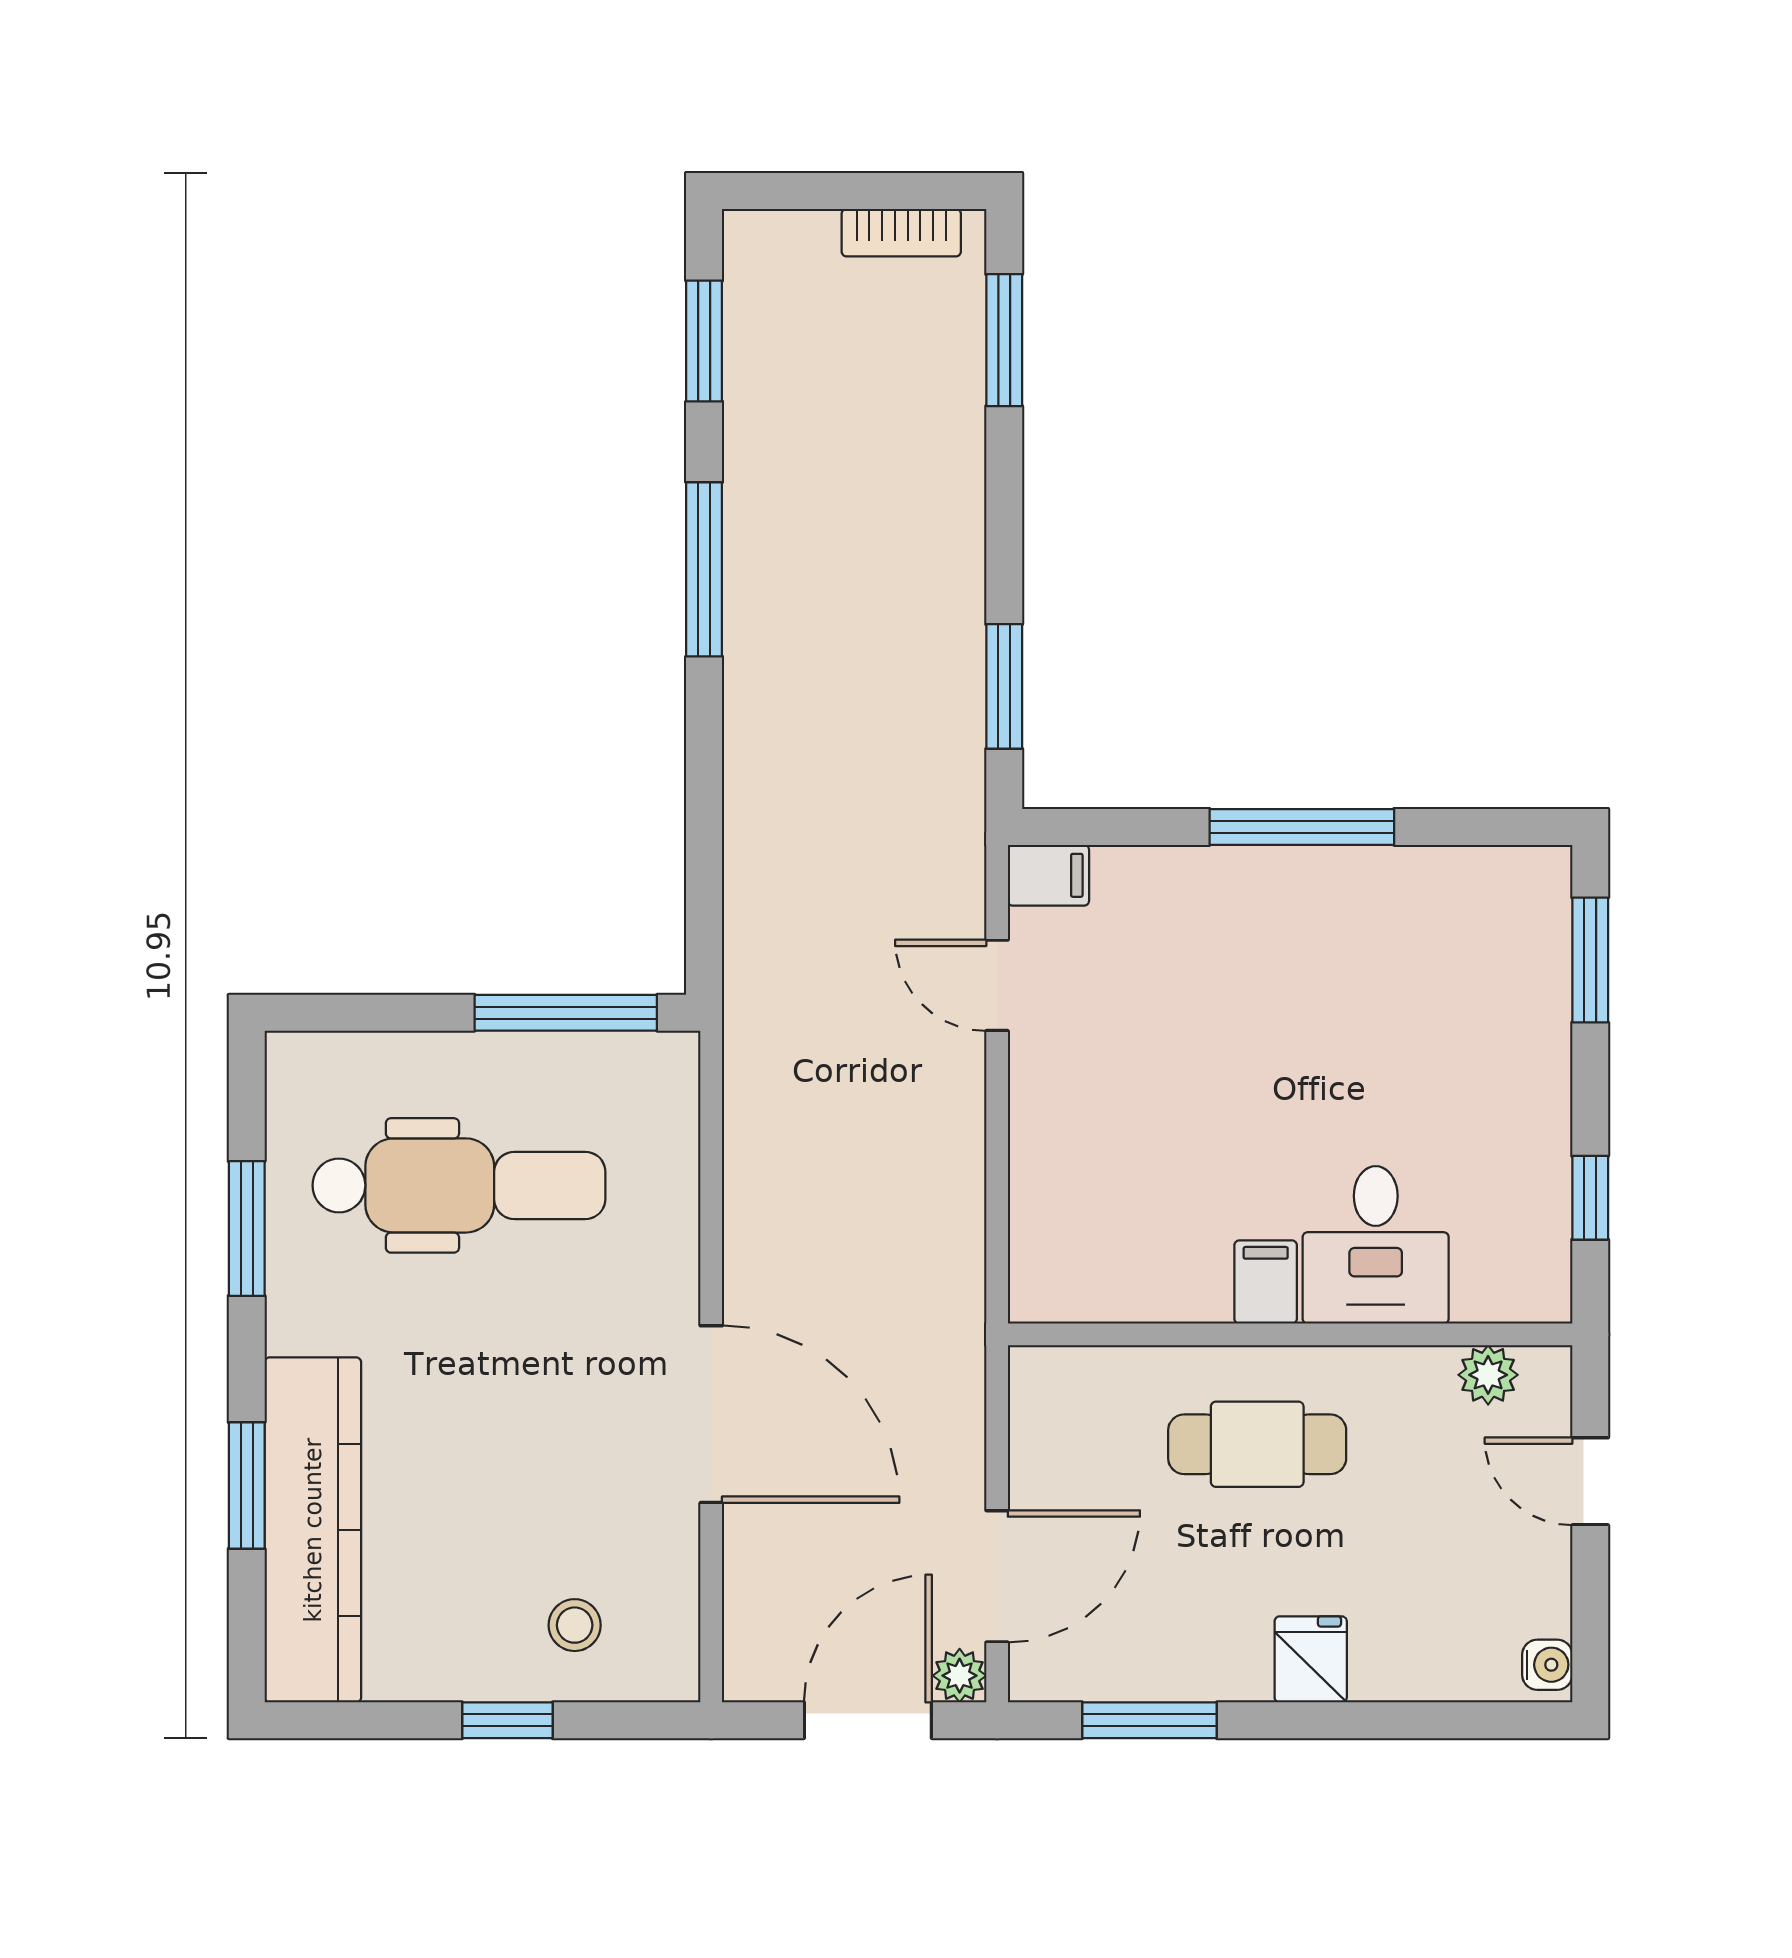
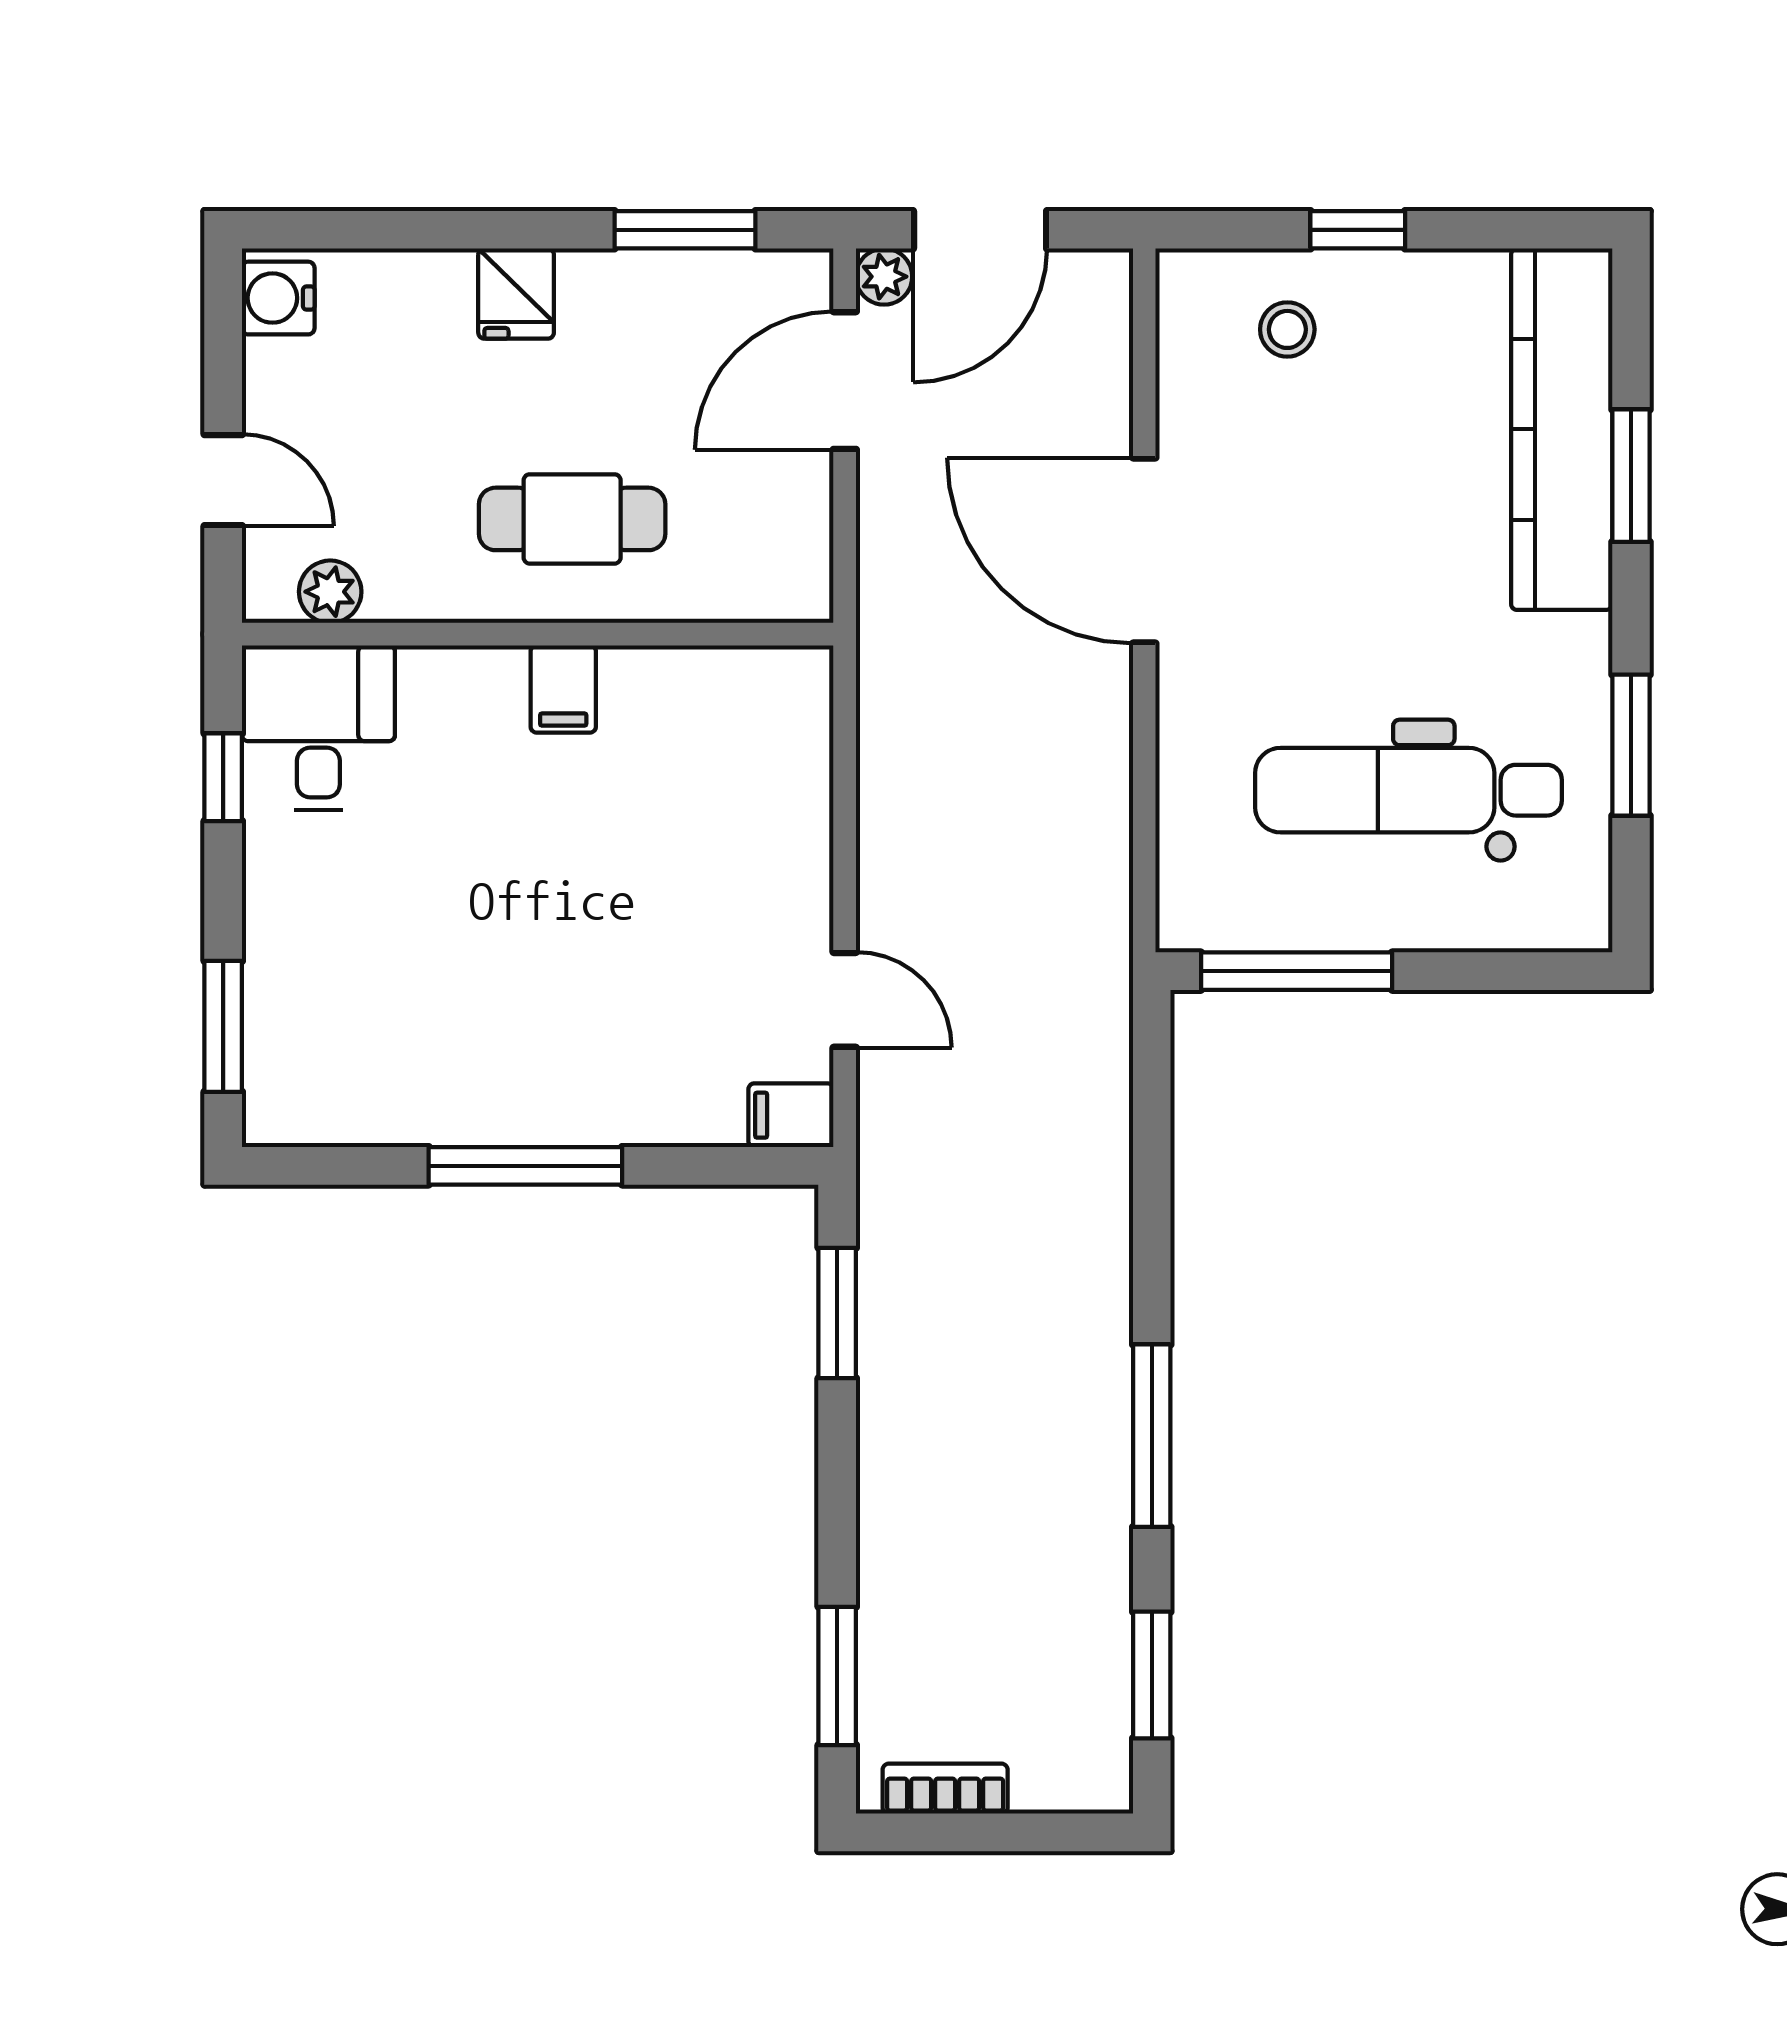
desk: (1376, 1245) -> (318, 728), moved
water cooler: (1547, 1665) -> (278, 298), width x1.38, depth x1.38

